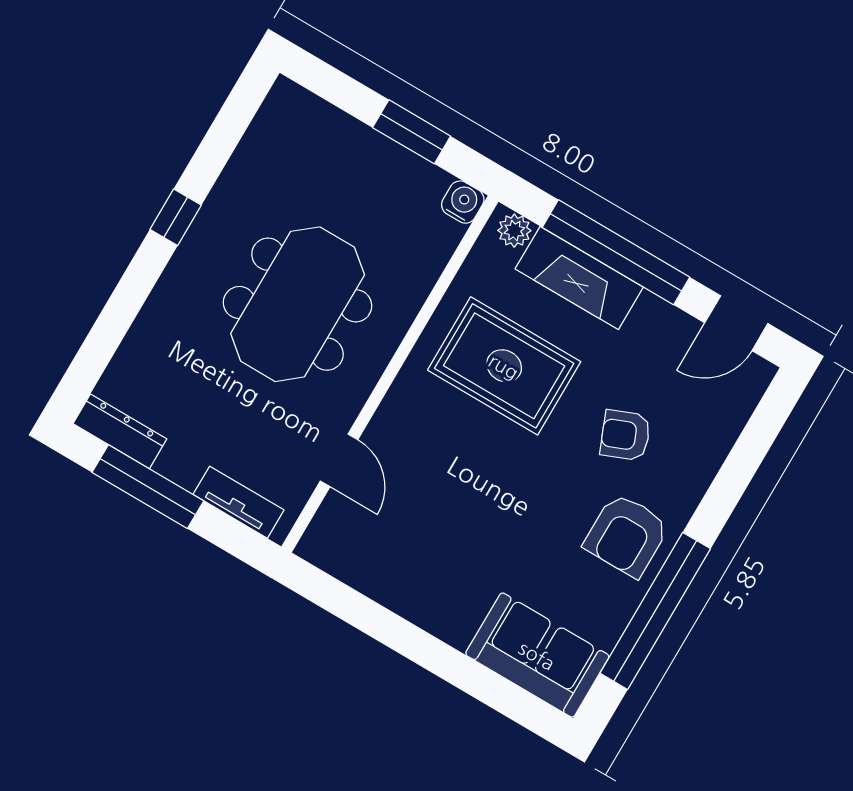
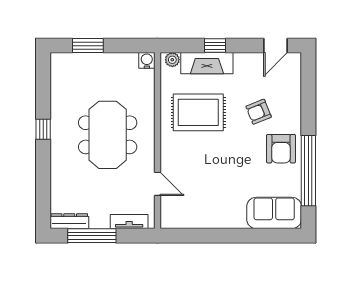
window: (412, 132) -> (88, 46), moved
window: (616, 252) -> (215, 46), width x0.32

